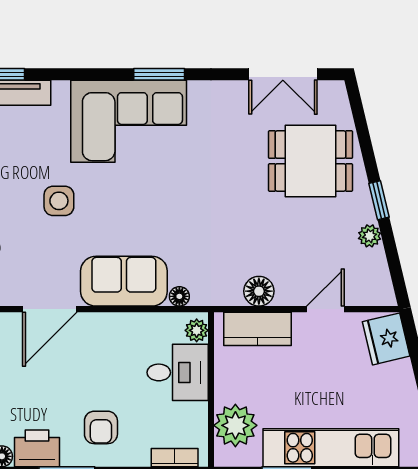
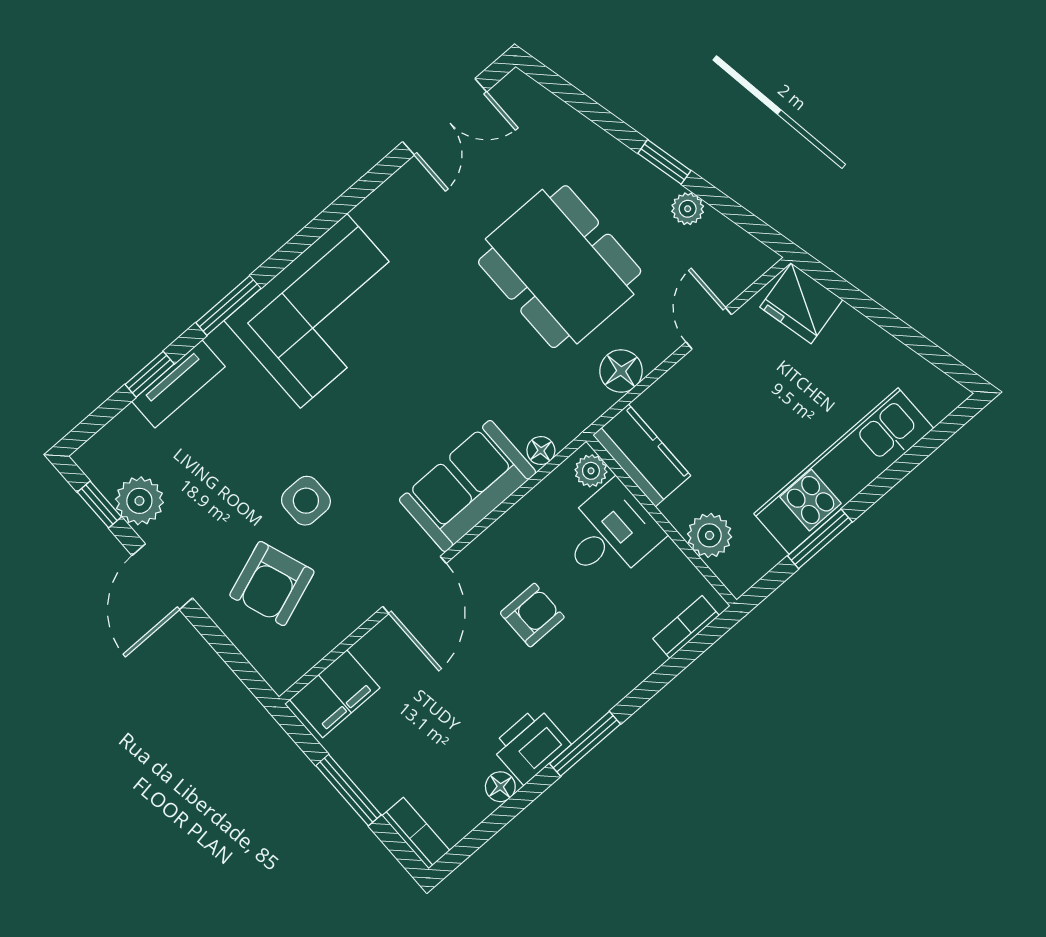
window: (159, 74) -> (228, 306), moved
dining table: (310, 161) -> (560, 267), moved, width x1.38
side table: (59, 201) -> (306, 501), moved
kitchen counter: (258, 329) -> (642, 455), moved, turned -90
plant: (235, 425) -> (710, 535), width x0.73, depth x0.73
armchair: (101, 427) -> (532, 615), moved, turned -90

